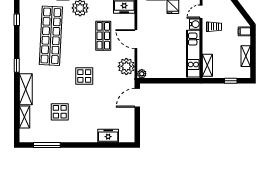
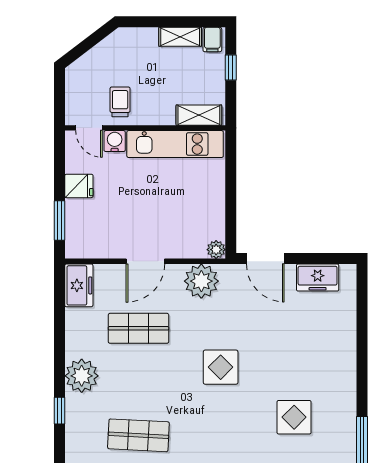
filing cabinet: (244, 31) -> (212, 39), moved
shop shelf: (51, 36) -> (138, 435), width x0.50, depth x0.74
freezer: (108, 136) -> (318, 278), moved, turned -90

